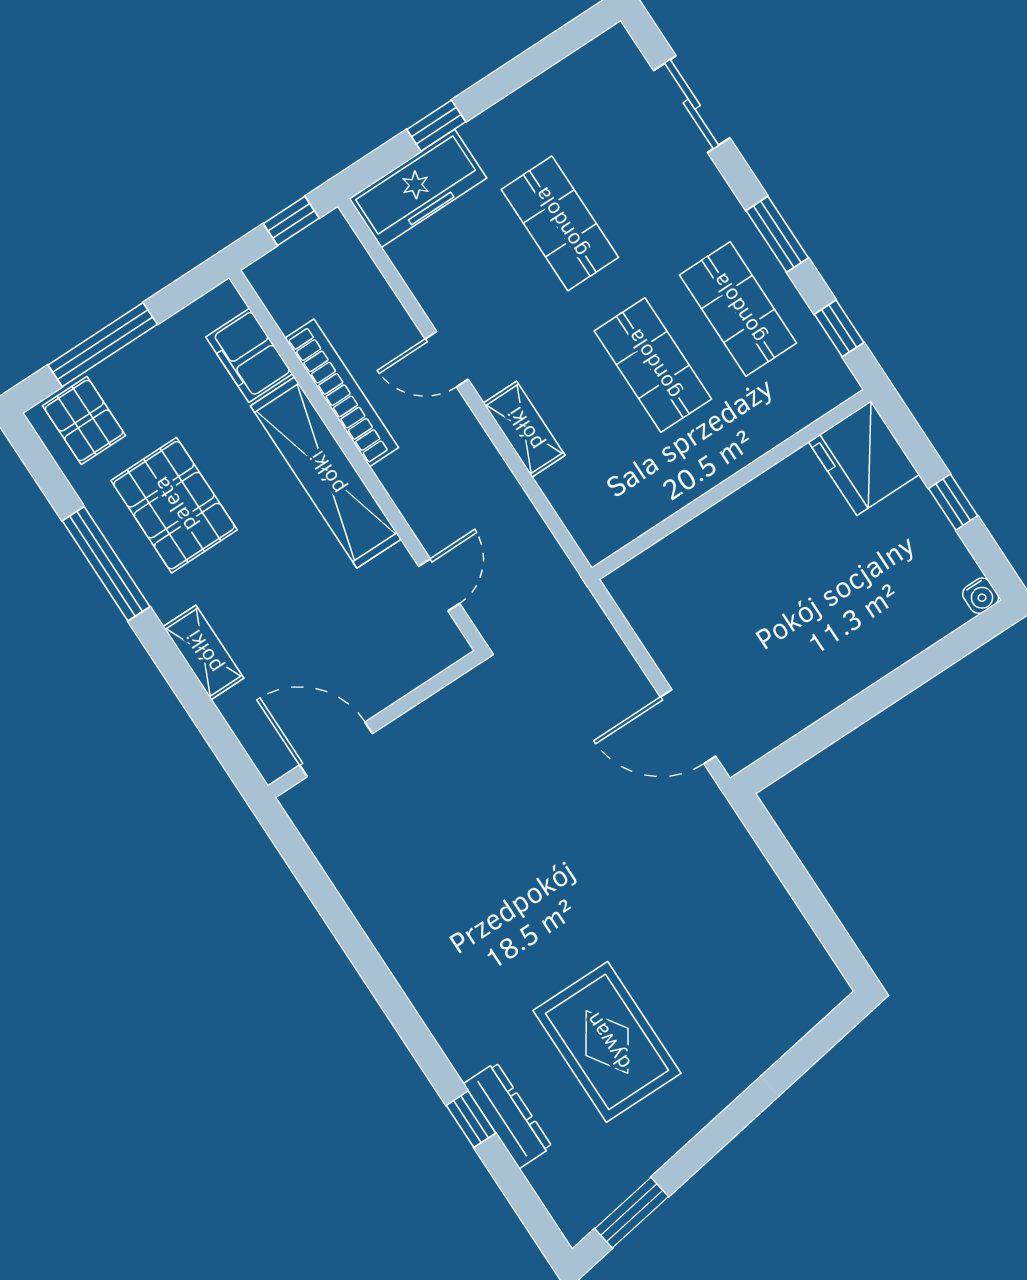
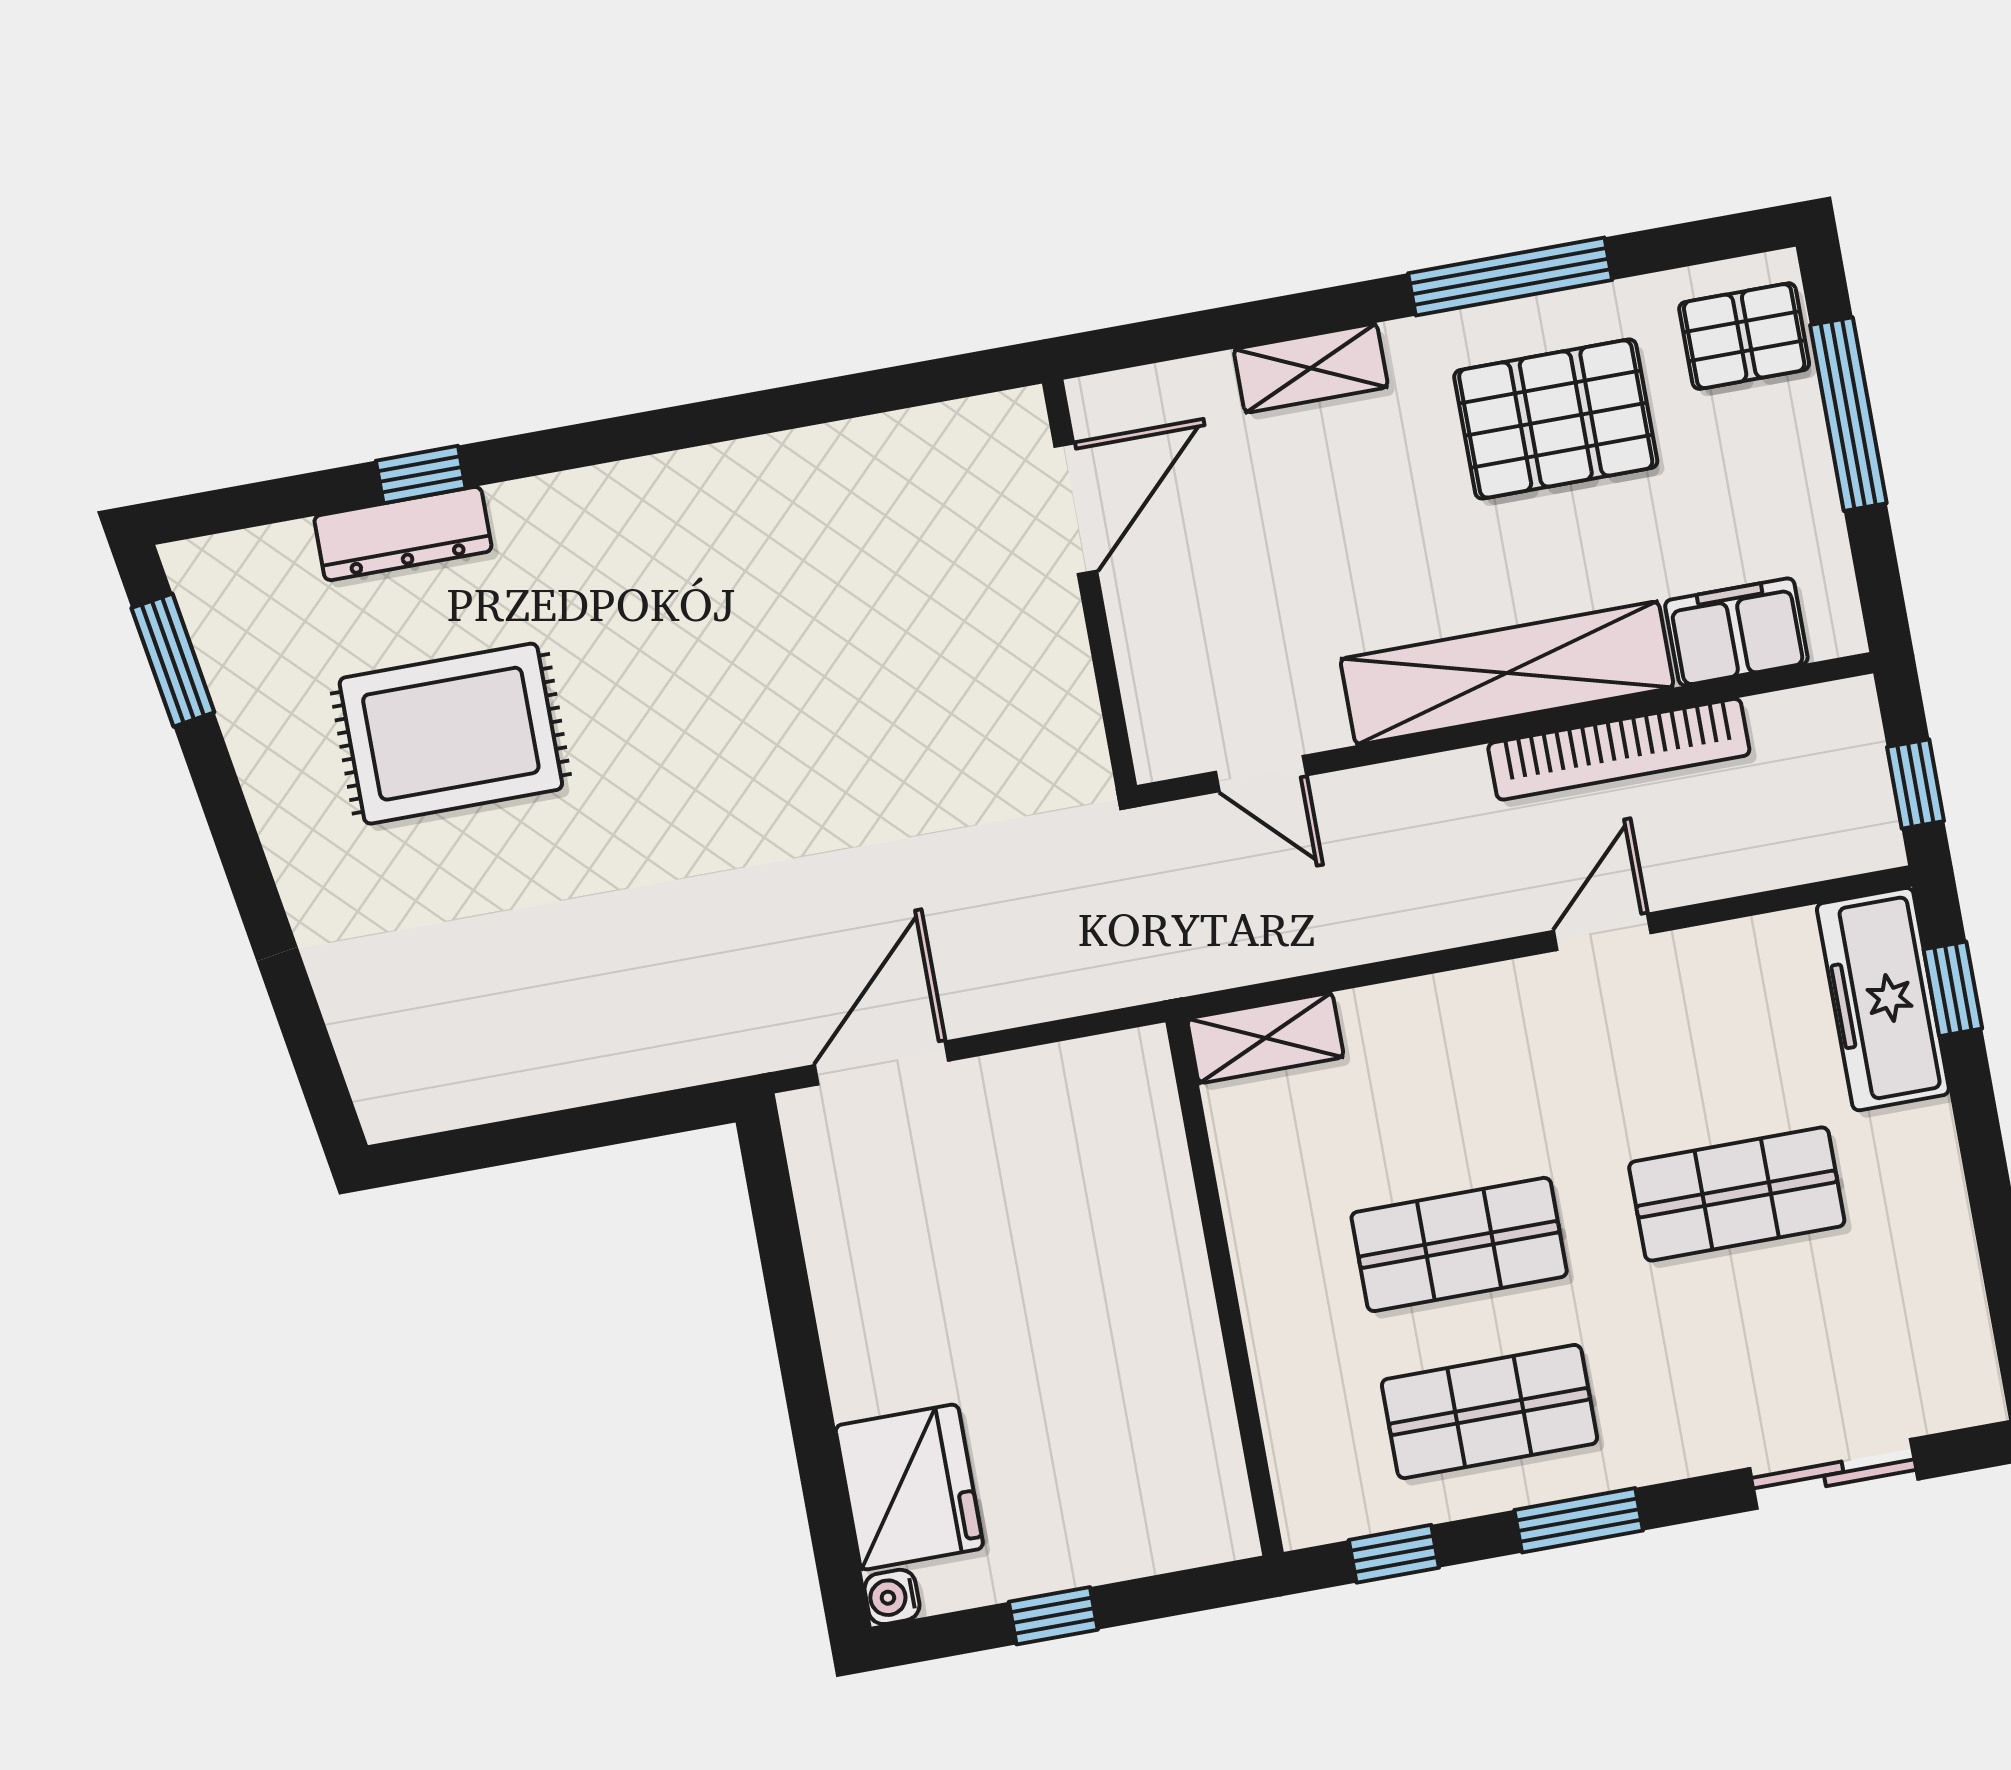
window: (436, 126) -> (1953, 989), moved
shelving: (524, 429) -> (1265, 1038), moved
fridge: (864, 458) -> (909, 1487), moved, turned 90

